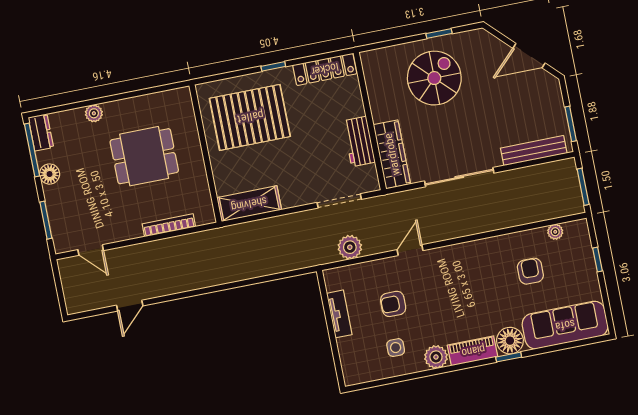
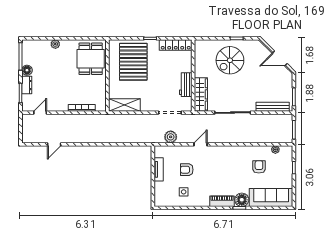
spiral stairs: (434, 78) -> (230, 60), turned 180
pallet: (250, 117) -> (133, 62), turned 90
dresser: (41, 132) -> (27, 85), moved
dining table: (144, 156) -> (91, 59), moved, turned 90
door: (91, 250) -> (40, 113), swing flipped
plant: (436, 357) -> (203, 201), removed

